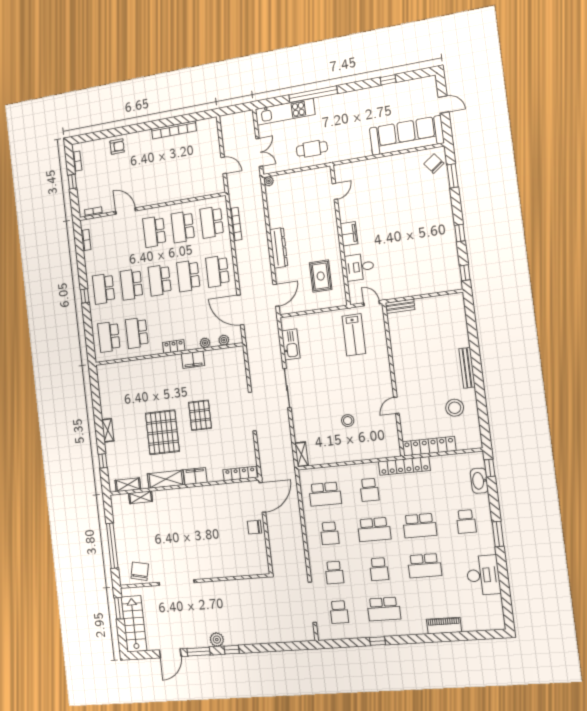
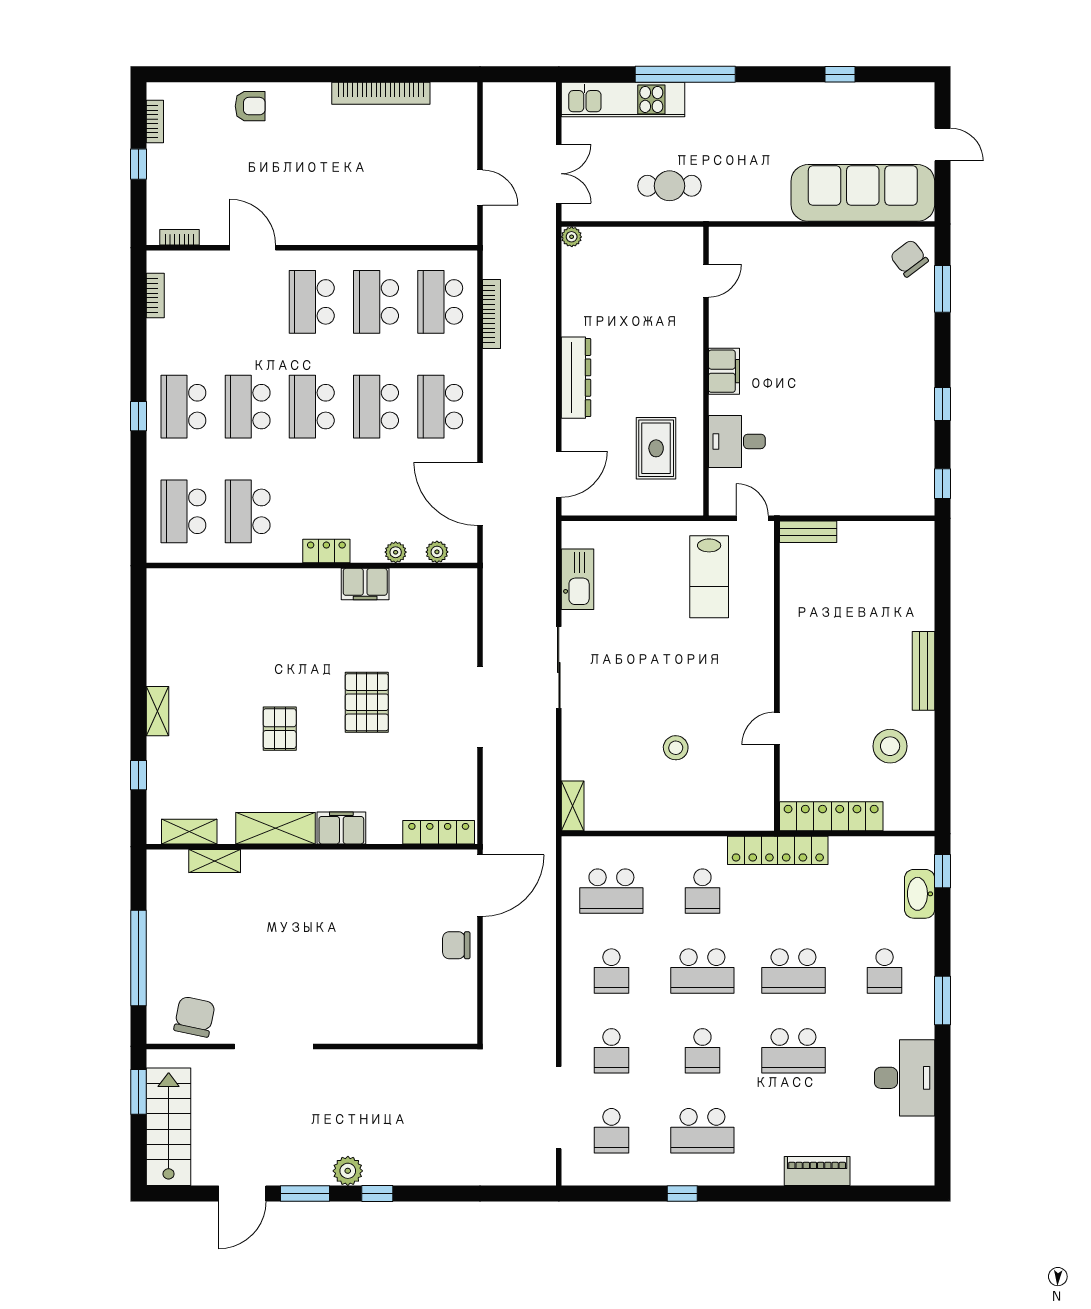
pallet: (162, 432) -> (280, 729), width x0.49, depth x0.50

